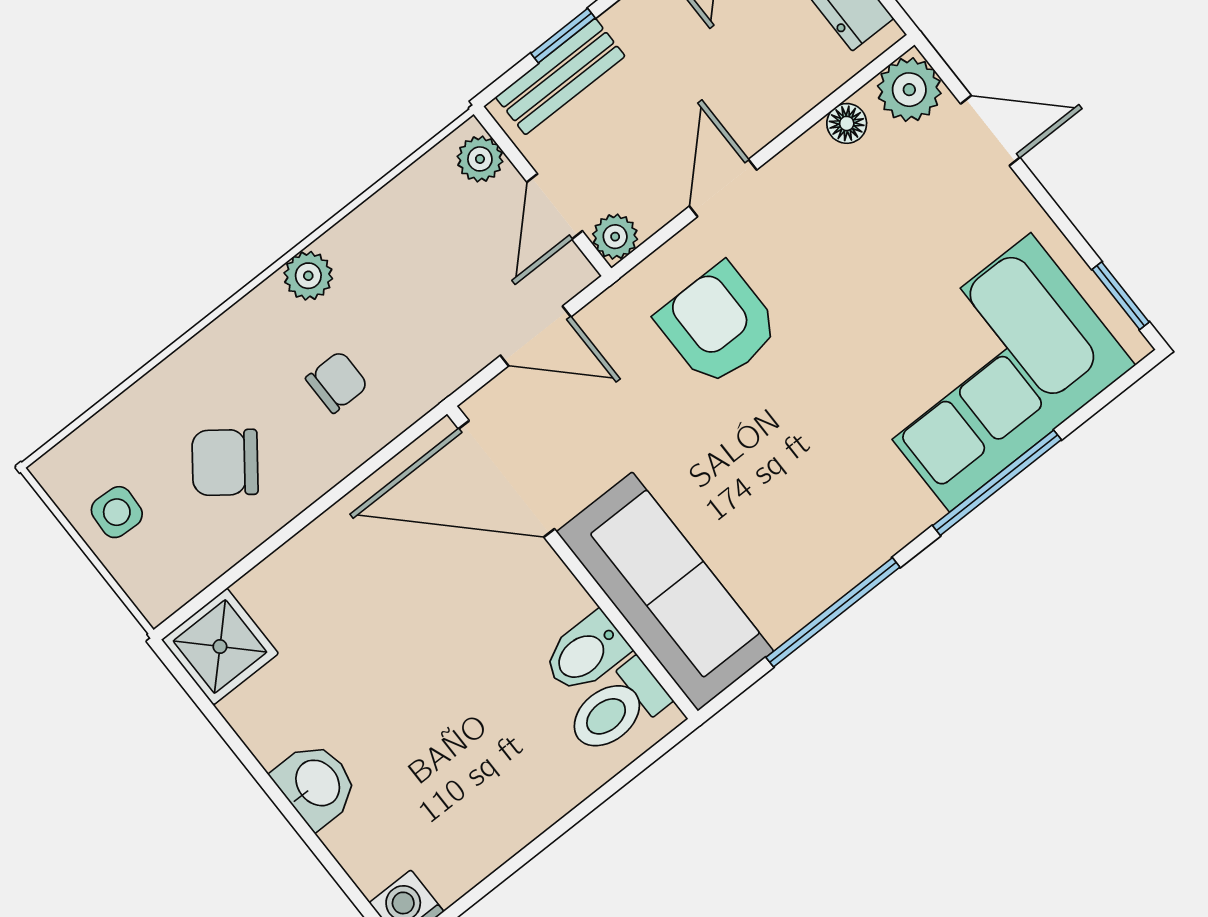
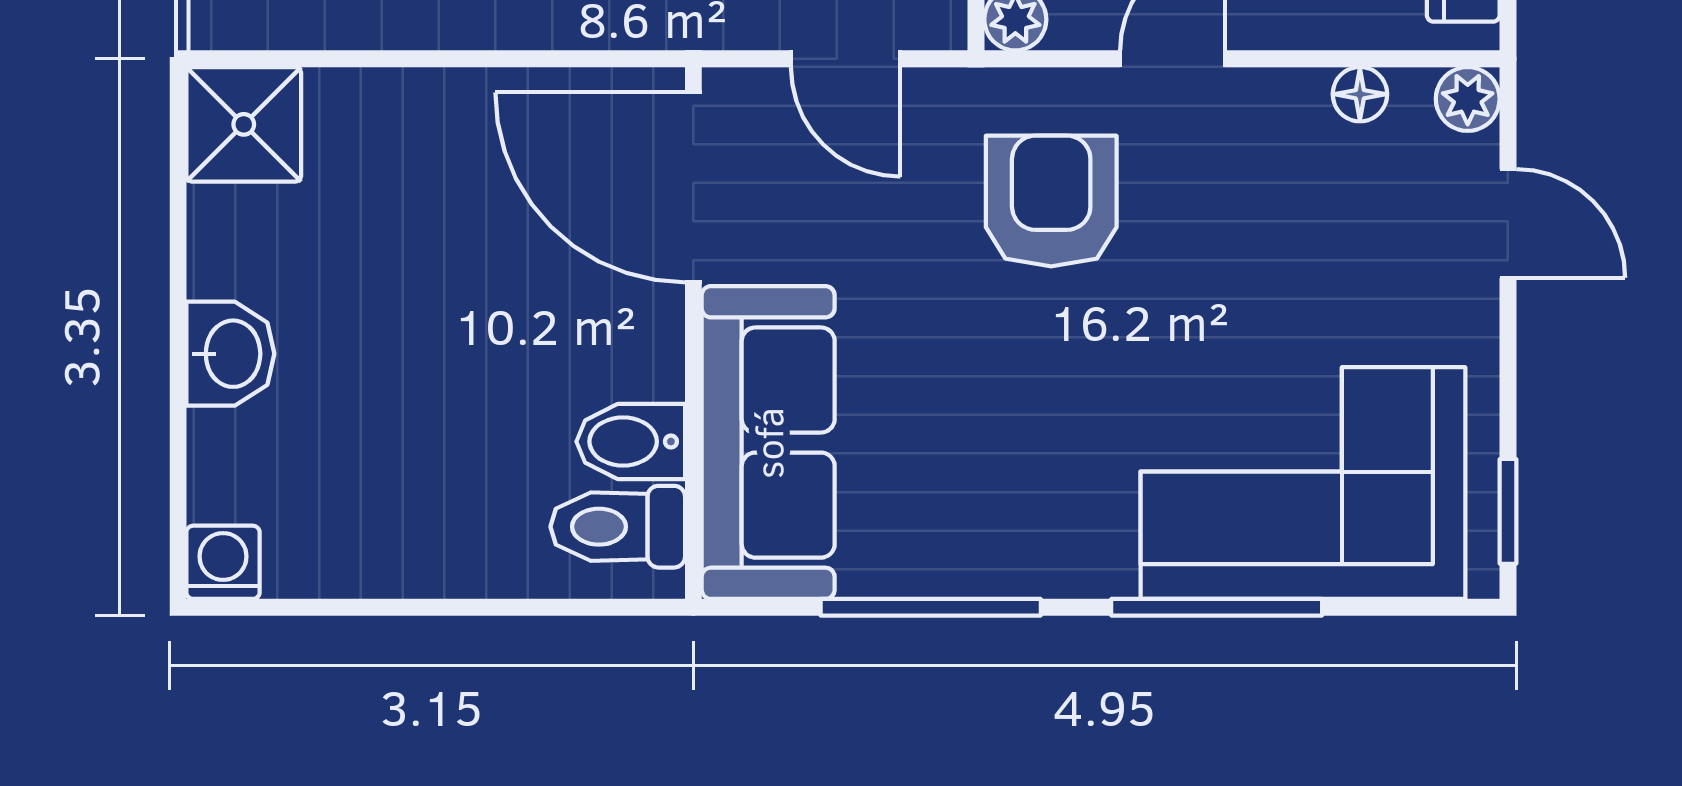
plant: (909, 90) -> (1468, 99), width x0.73, depth x0.73

